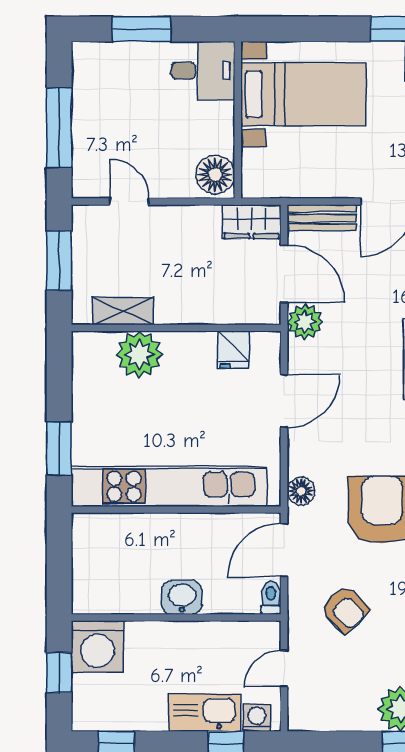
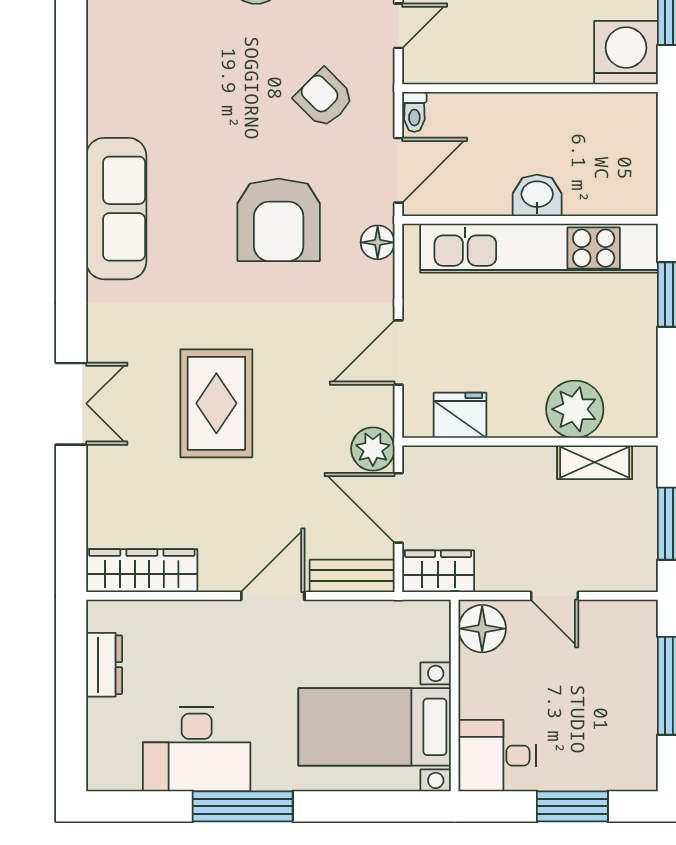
door: (129, 202) -> (554, 596), moved
fridge: (233, 350) -> (460, 415), width x1.38
washbasin: (182, 597) -> (537, 195), moved, turned 180

